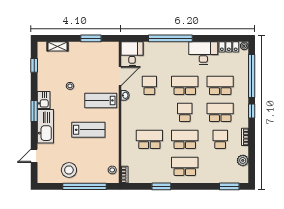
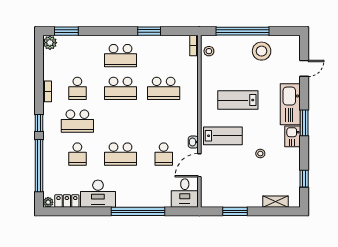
school desk: (220, 85) -> (77, 154), width x0.54
school desk: (185, 112) -> (121, 121), removed
plant: (243, 160) -> (50, 43), moved

